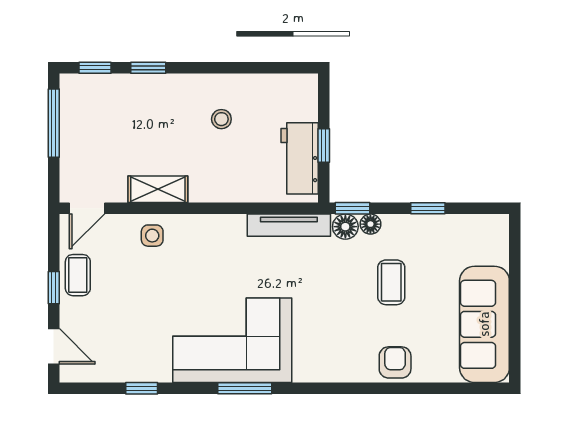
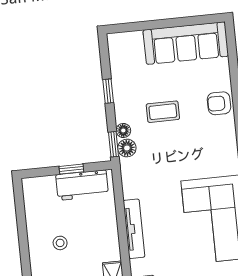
tv unit: (289, 225) -> (134, 229), moved

